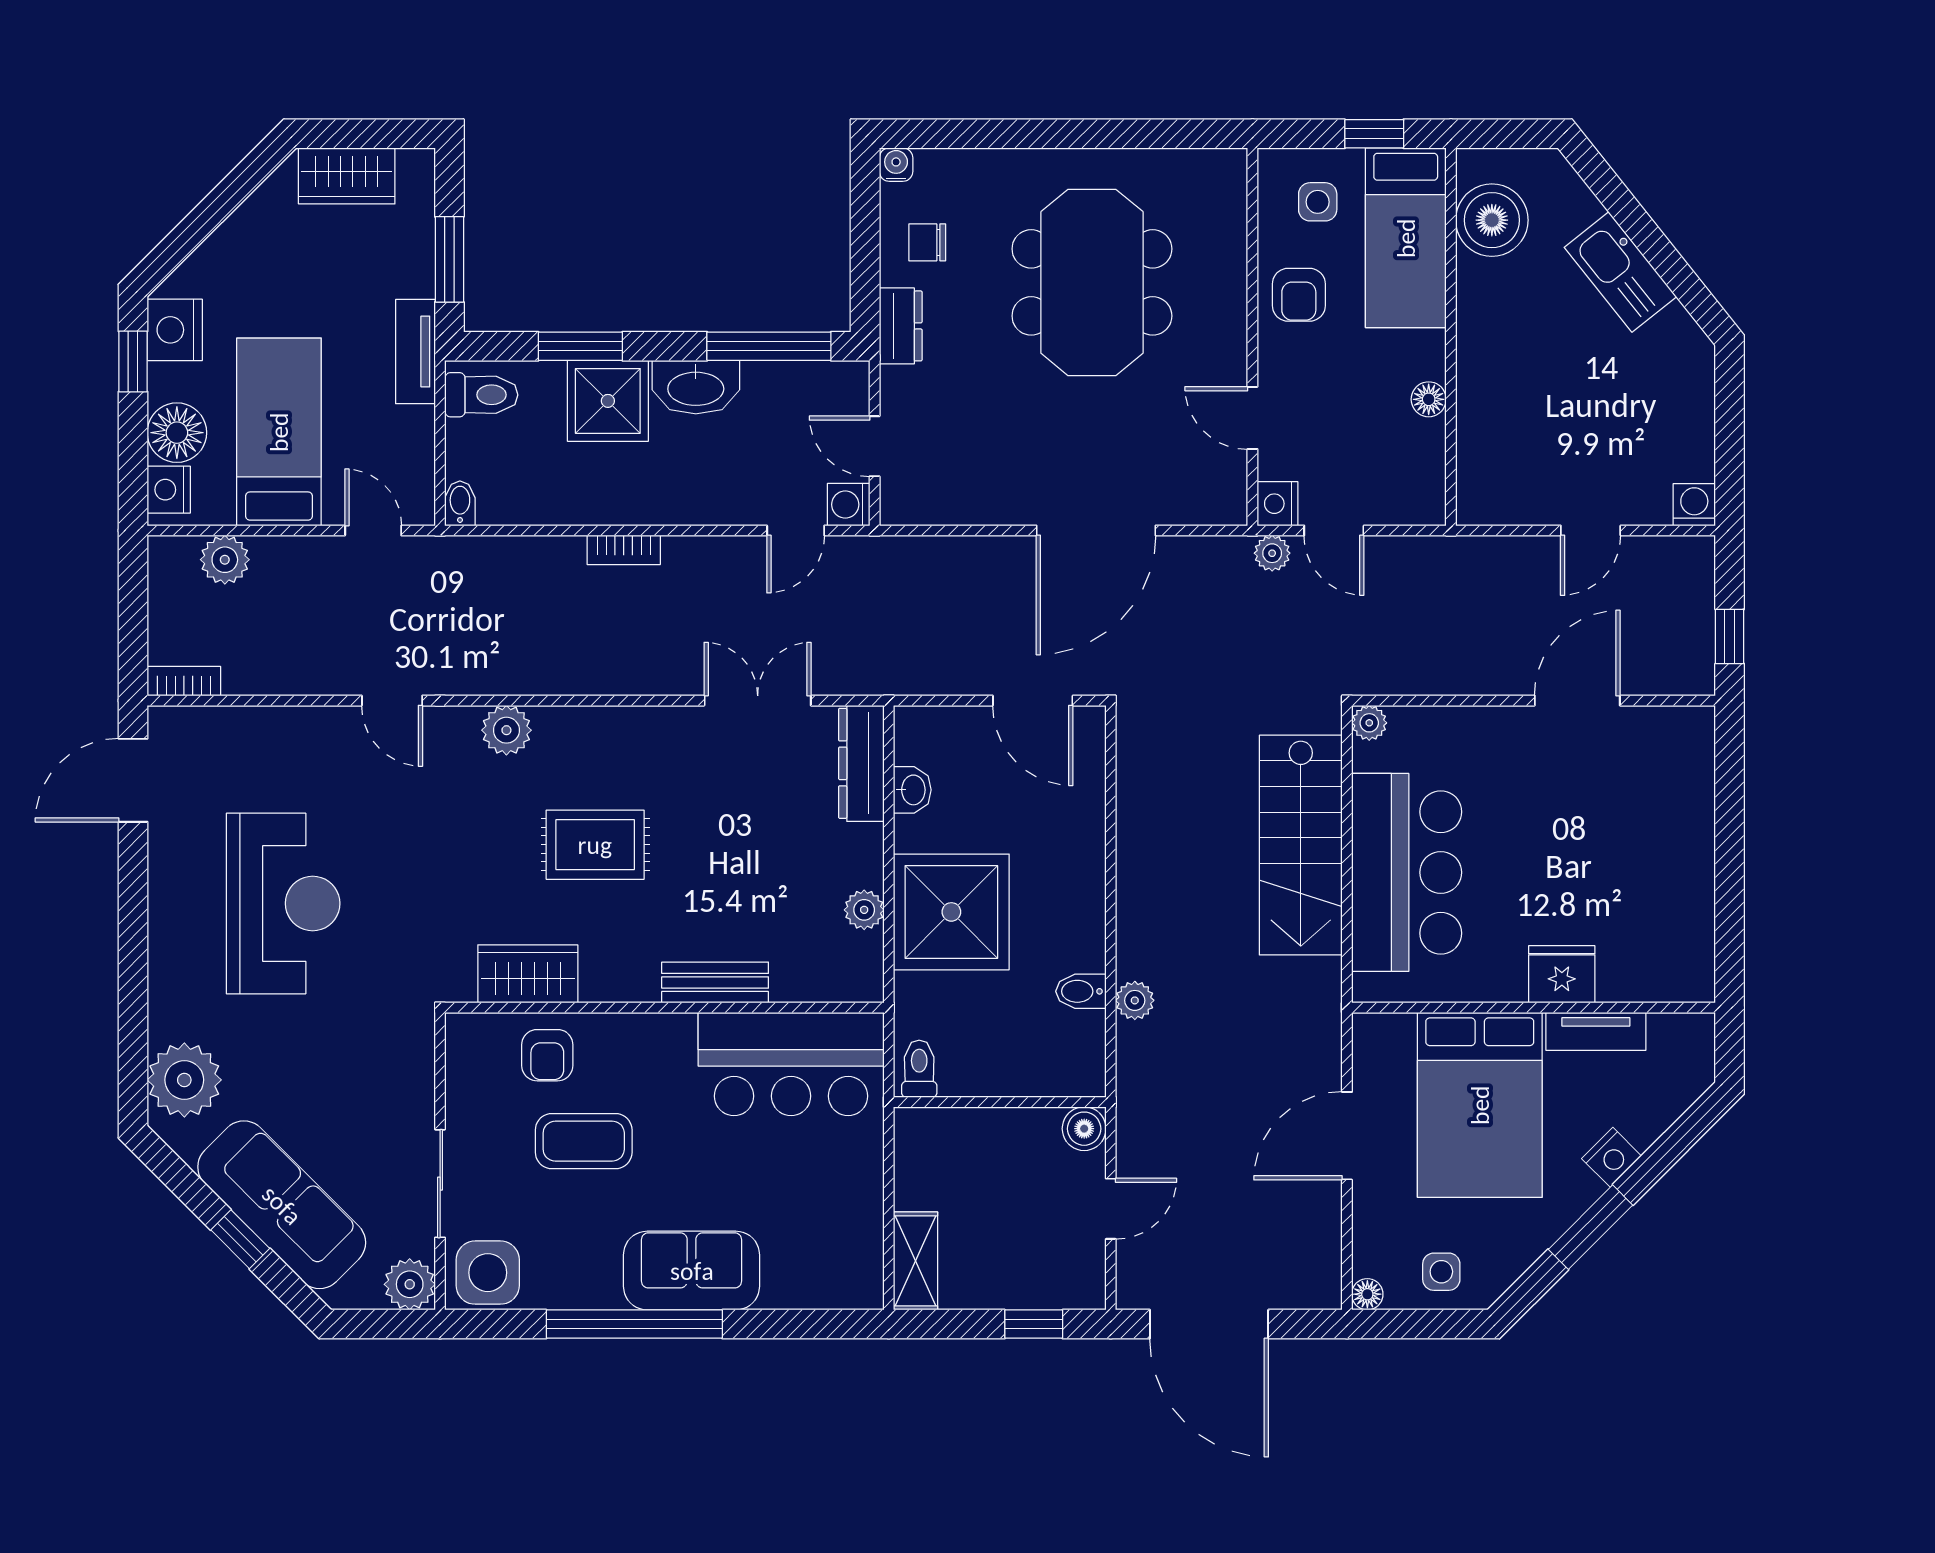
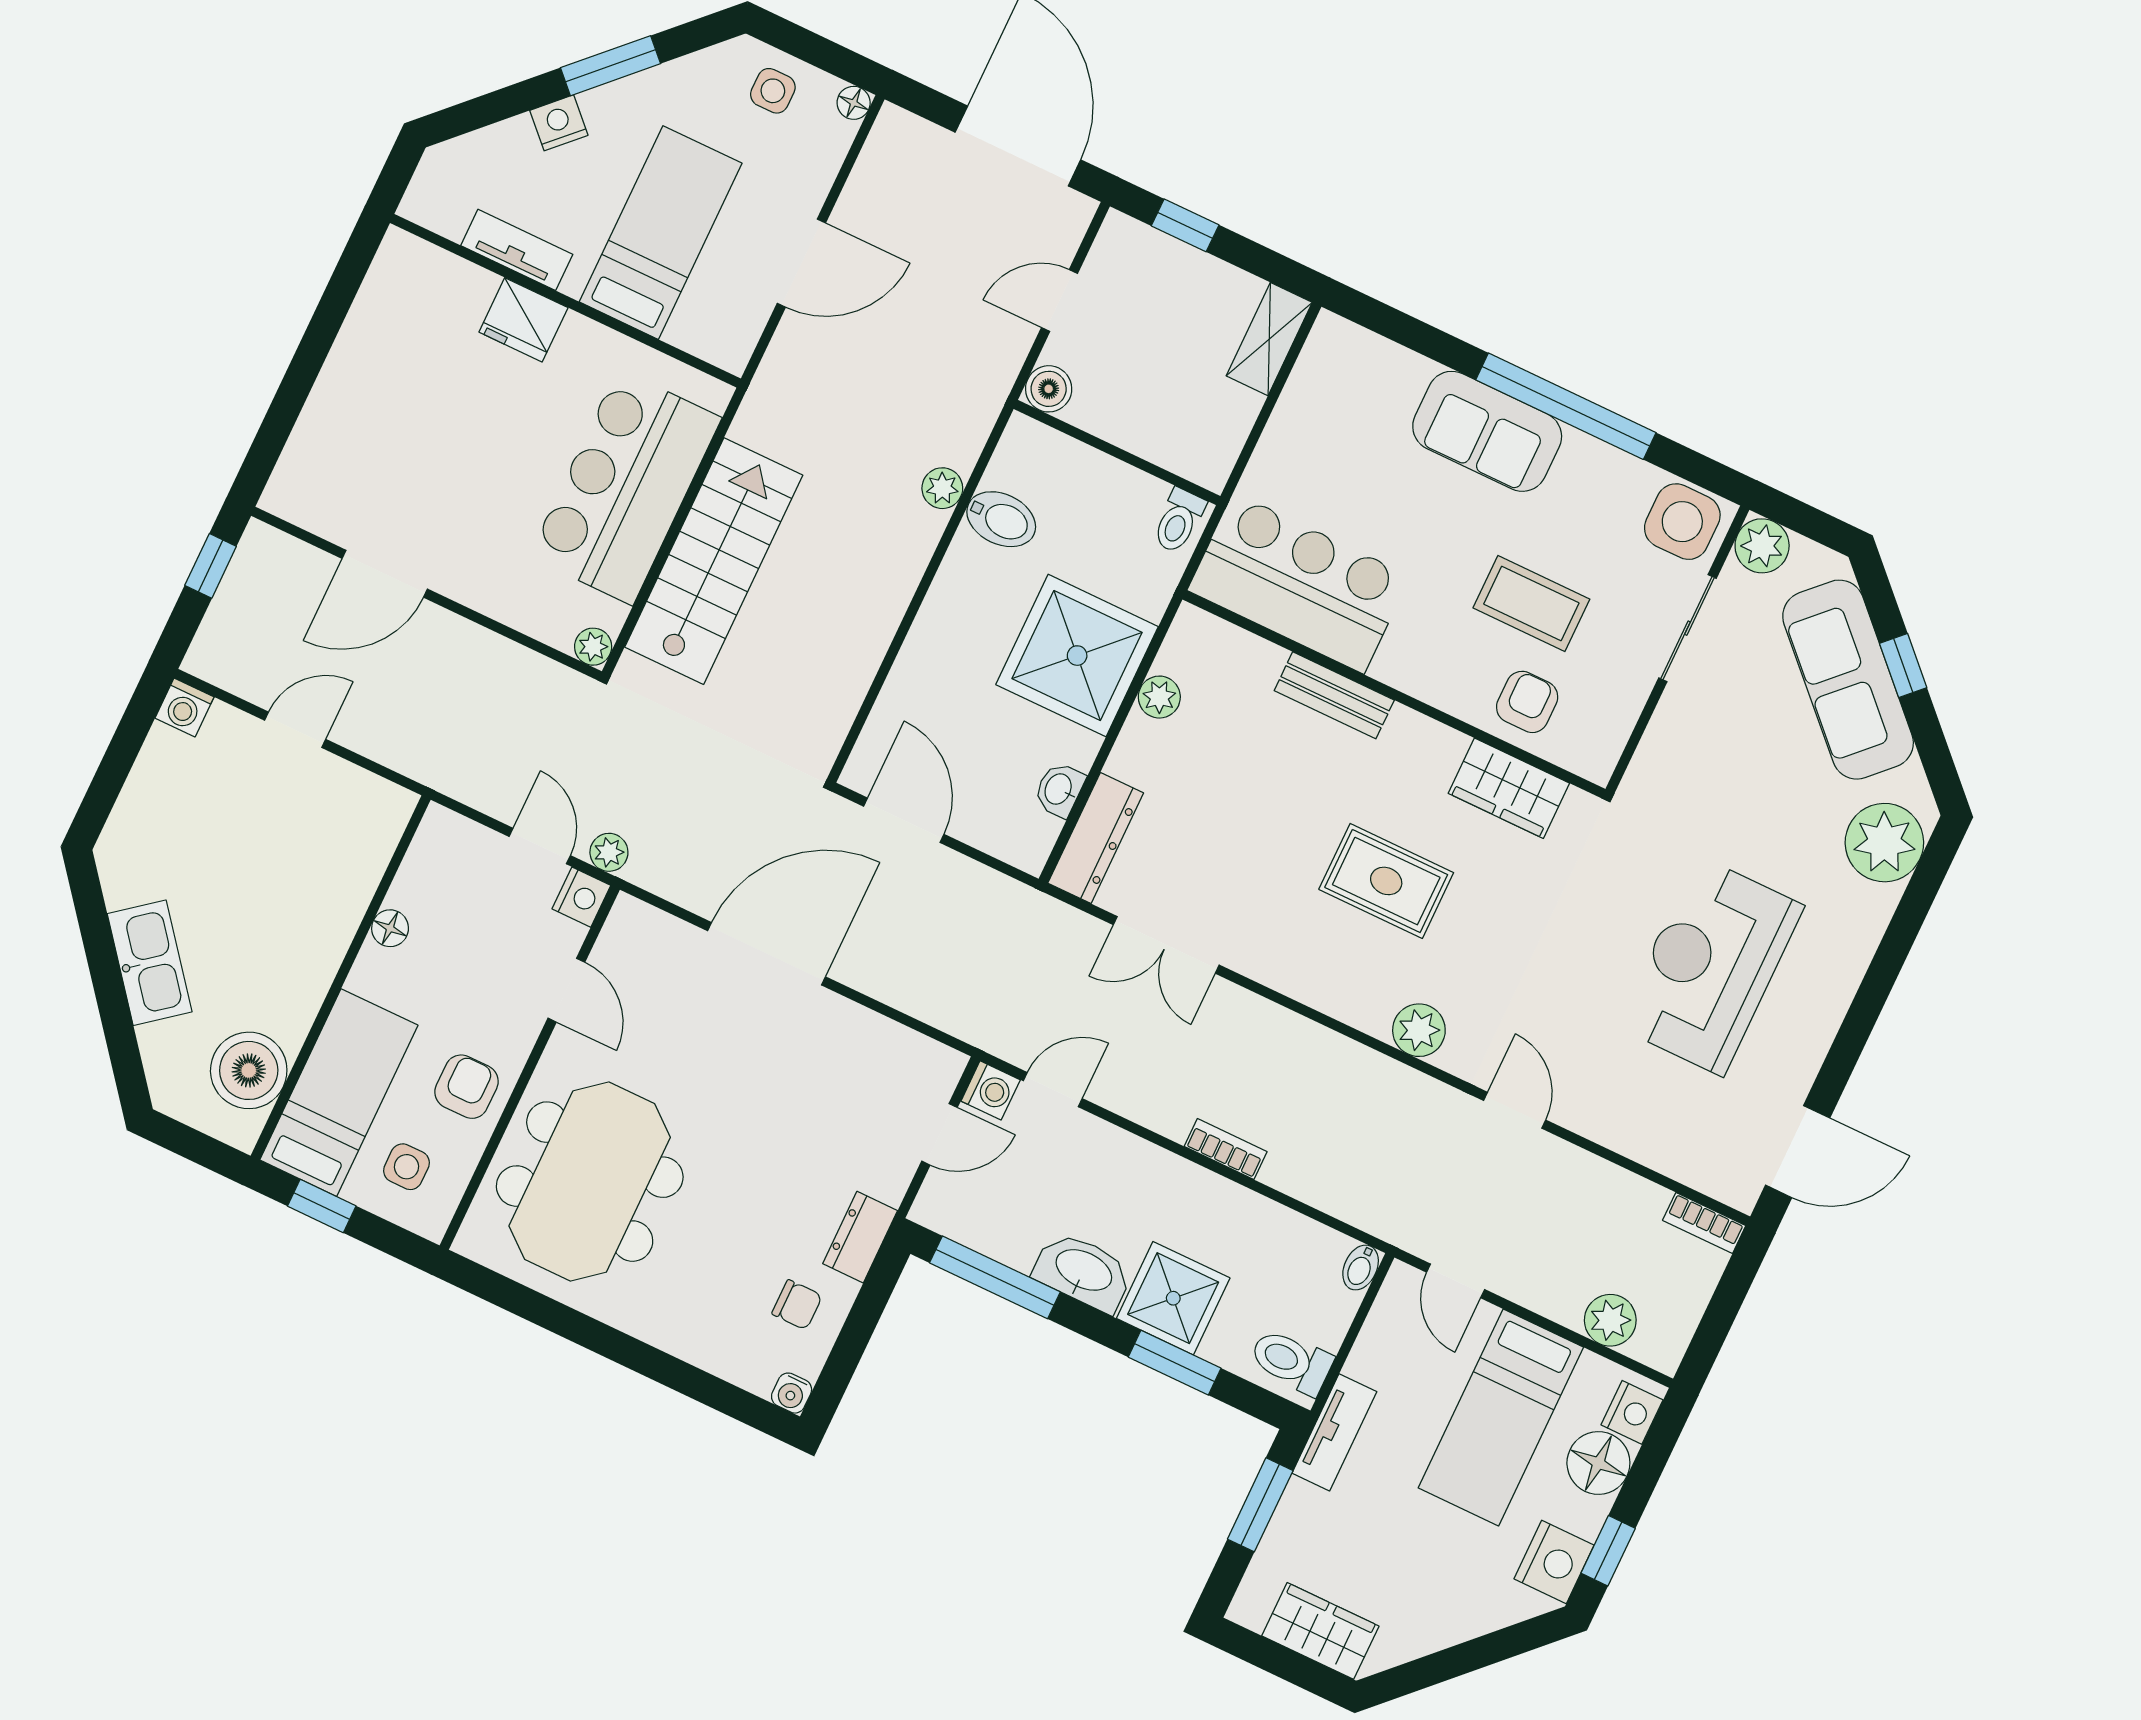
meeting table: (1092, 282) -> (590, 1182), moved
door: (875, 446) -> (939, 1134), hinge flipped
bidet: (1081, 991) -> (1001, 519), width x1.38, depth x1.36
bed: (1480, 1105) -> (661, 233), width x0.67

